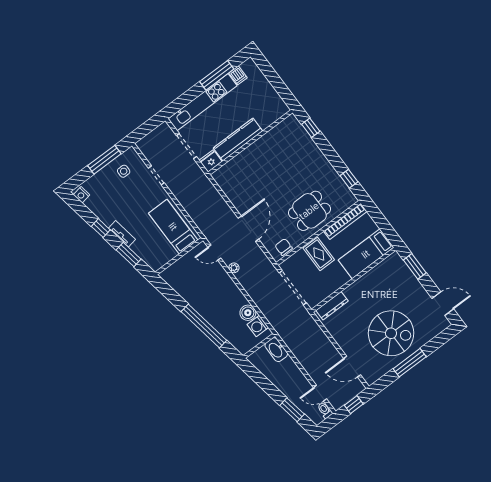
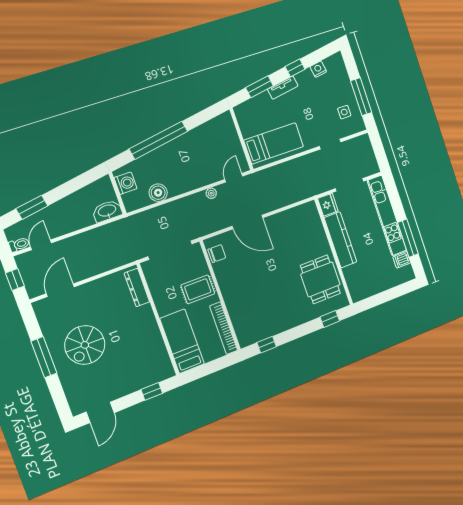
nightstand: (82, 195) -> (318, 69), moved
dining table: (309, 211) -> (320, 279), moved
window: (415, 266) -> (152, 391), width x0.67
washing machine: (258, 326) -> (125, 183), moved, turned 90
spiral stairs: (391, 333) -> (85, 345), width x0.73, depth x0.73

